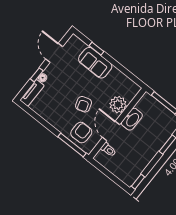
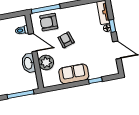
sofa: (95, 63) -> (74, 74), moved
armchair: (81, 133) -> (49, 22), turned 90

